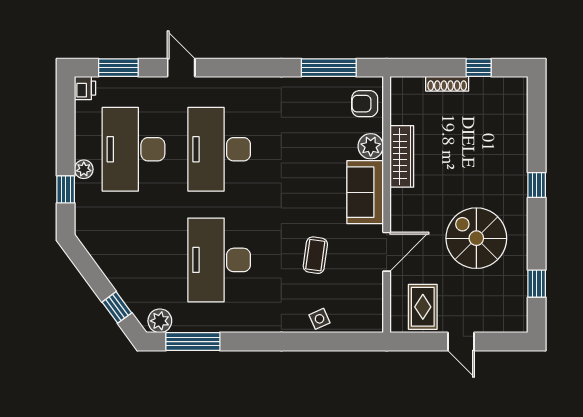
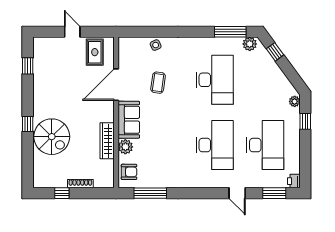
plant: (84, 169) -> (295, 101), moved
spiral stairs: (476, 238) -> (52, 137), moved
door: (387, 252) -> (116, 85), width x1.36

